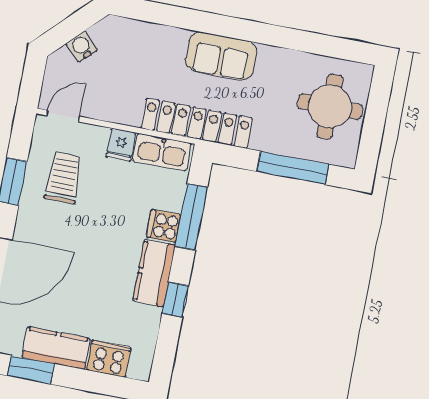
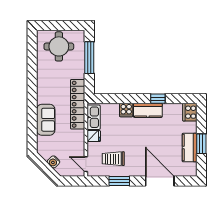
sofa: (221, 56) -> (46, 120), moved
window: (191, 217) -> (120, 99), removed
cooker: (109, 359) -> (190, 112), moved
window: (31, 370) -> (201, 144), moved

